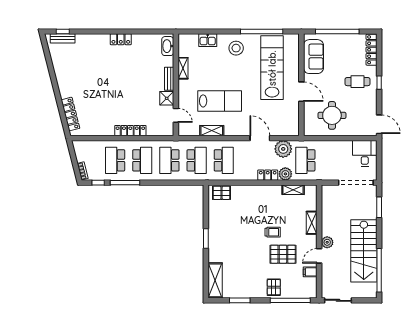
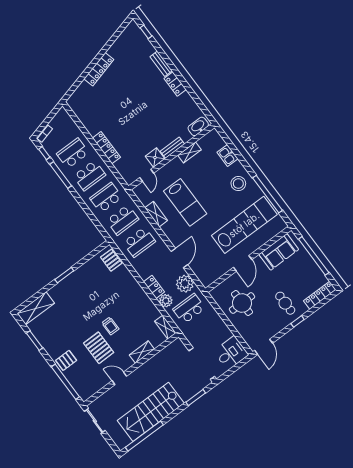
bench: (63, 38) -> (161, 64), moved
locker: (70, 114) -> (99, 69), moved
shelving: (293, 190) -> (165, 327), moved
plant: (327, 242) -> (135, 377), removed
filing cabinet: (310, 272) -> (101, 381), removed

